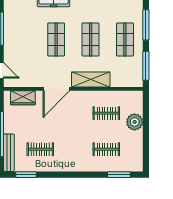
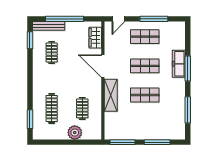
shop shelf: (125, 39) -> (145, 37), moved
clothes rail: (106, 149) -> (52, 108), width x1.36

